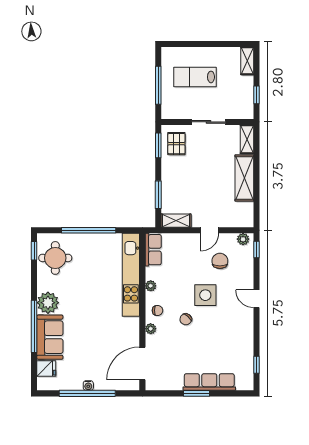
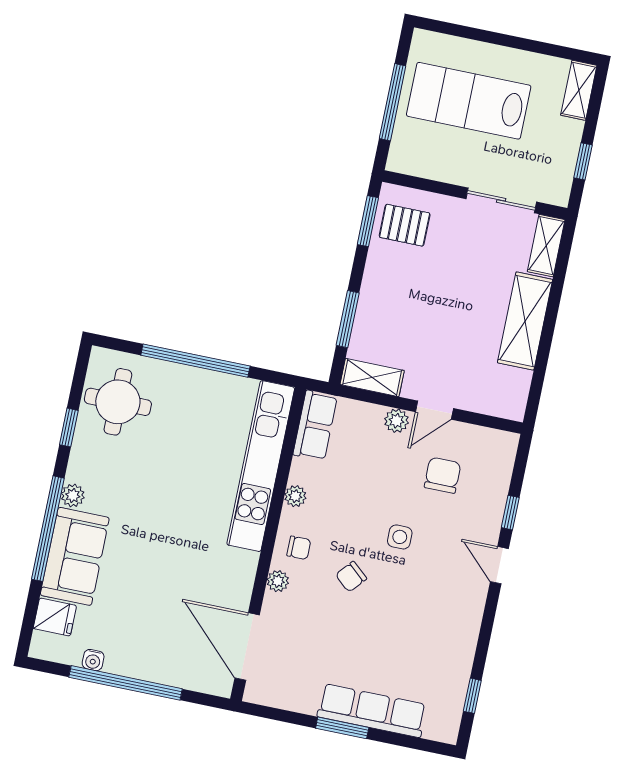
lab bench: (195, 77) -> (469, 101), width x1.36, depth x1.39
sliding door: (209, 122) -> (501, 200), moved
pallet: (176, 144) -> (405, 225), turned 90
plant: (243, 239) -> (397, 421), moved
window: (256, 249) -> (510, 513), moved
window: (34, 251) -> (69, 428), moved
side table: (205, 295) -> (400, 537), width x0.54, depth x0.54
plant: (48, 303) -> (73, 495), width x0.53, depth x0.53
door: (142, 364) -> (247, 647), hinge flipped
water cooler: (88, 386) -> (93, 660), moved

